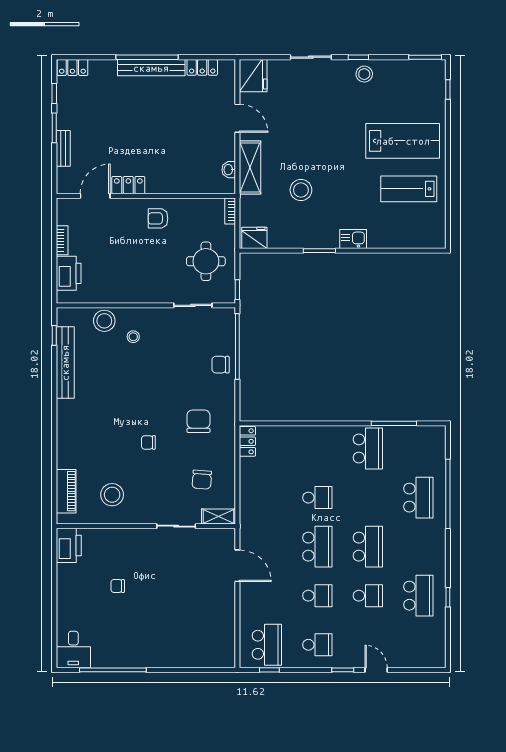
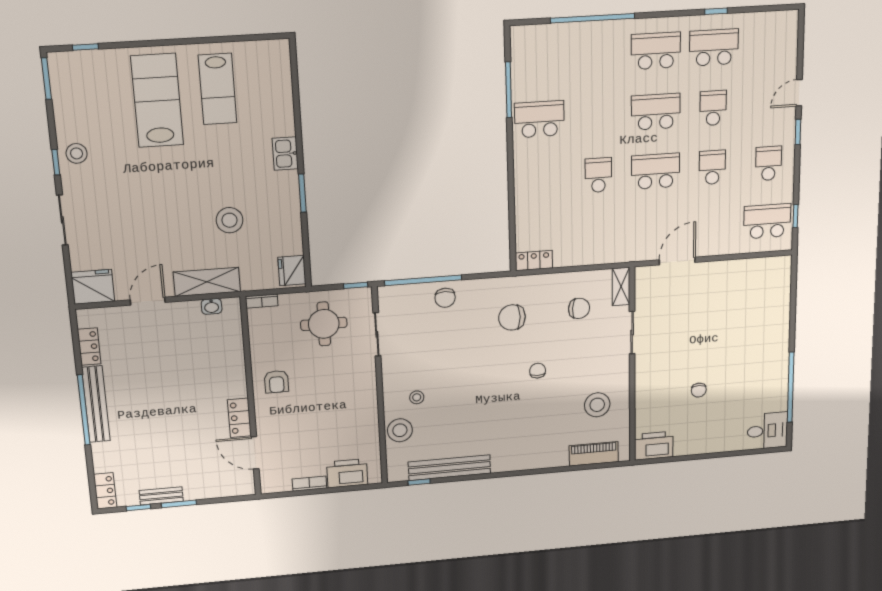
bench: (63, 148) -> (161, 496), moved
chair: (148, 442) -> (538, 371), turned 180
school desk: (418, 498) -> (656, 51), moved

